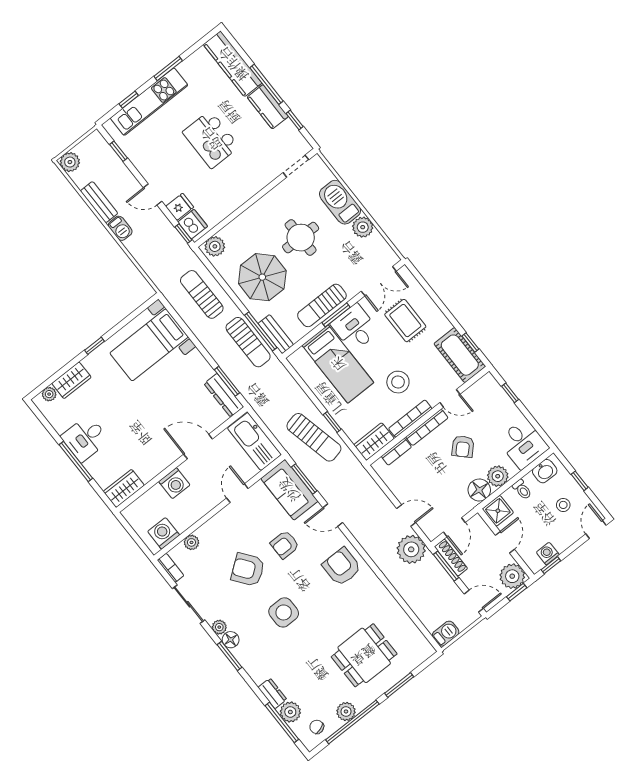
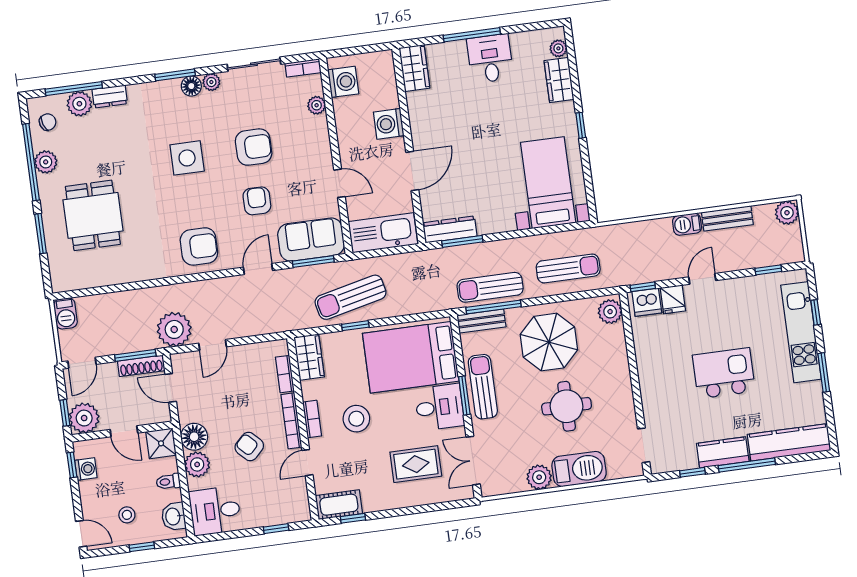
cot: (460, 355) -> (339, 505), width x0.73, depth x0.75
bed: (338, 364) -> (411, 357), width x1.50
bookcase: (410, 419) -> (312, 419), width x0.64
armchair: (248, 570) -> (254, 147), turned 37

